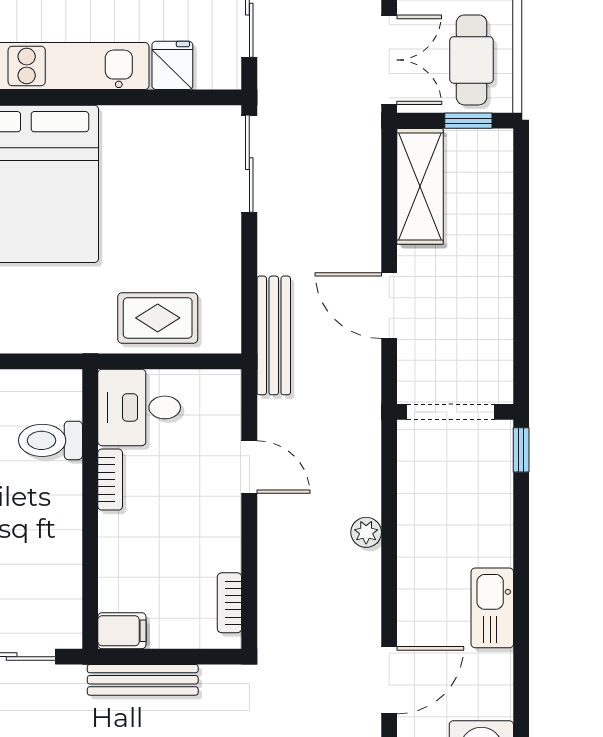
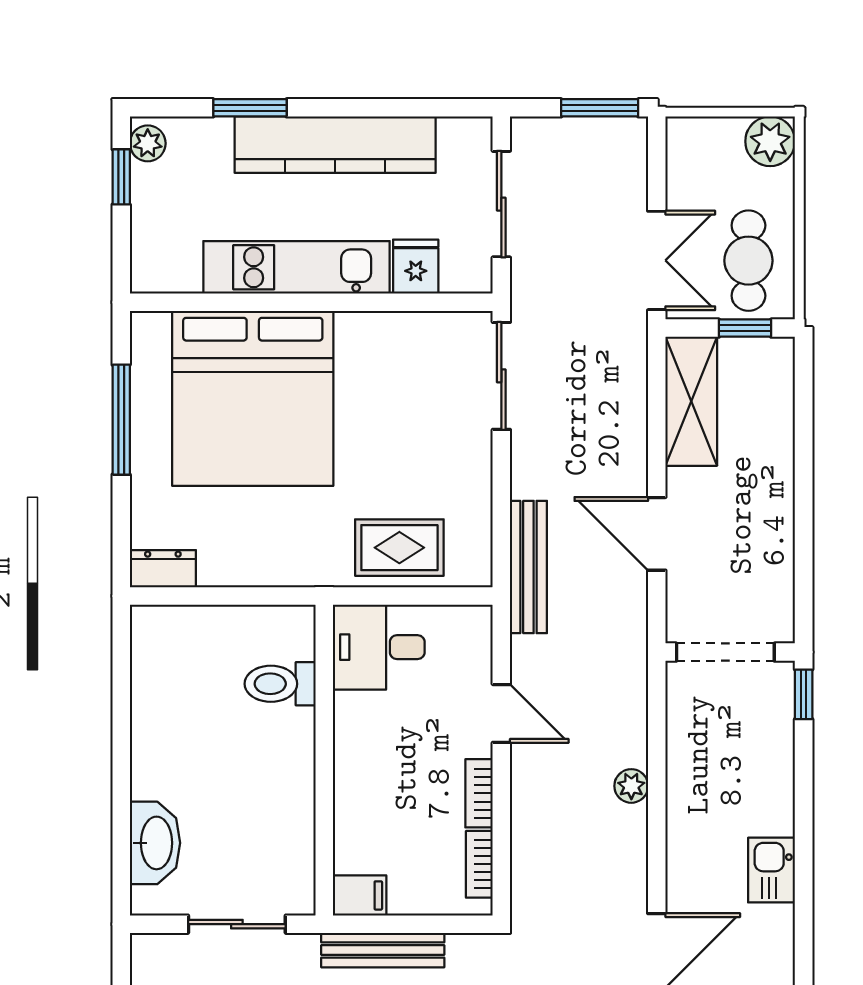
bookcase: (110, 480) -> (479, 793), moved, turned 180
kitchen sink: (492, 608) -> (772, 870), width x0.73

